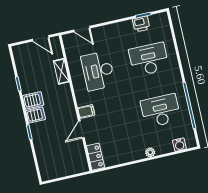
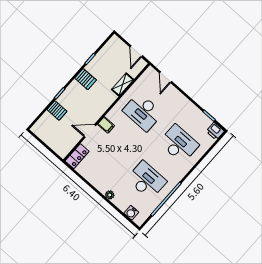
printer: (141, 24) -> (215, 131), moved
desk: (98, 71) -> (143, 112), turned -90
server rack: (36, 115) -> (57, 110), moved

